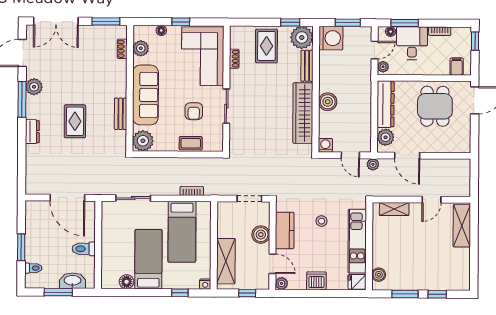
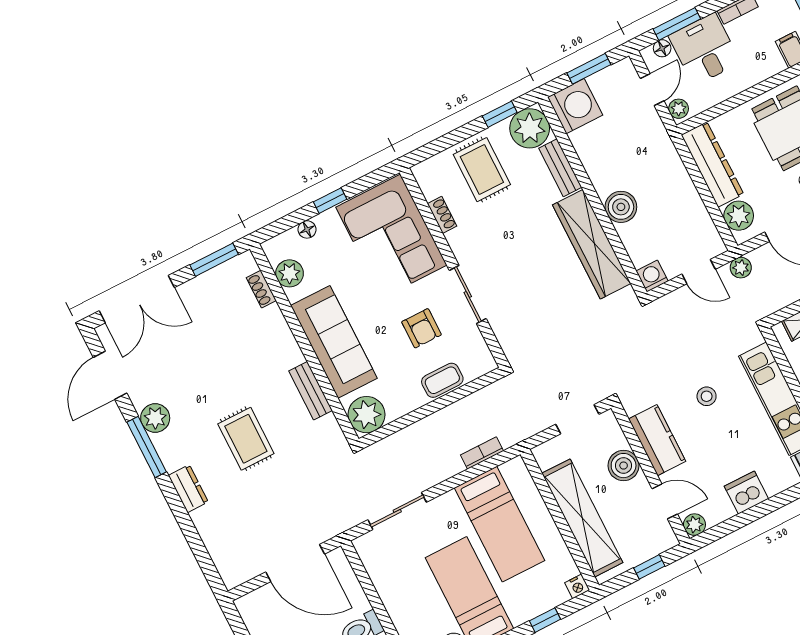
shelving: (226, 261) -> (582, 518), width x1.47

